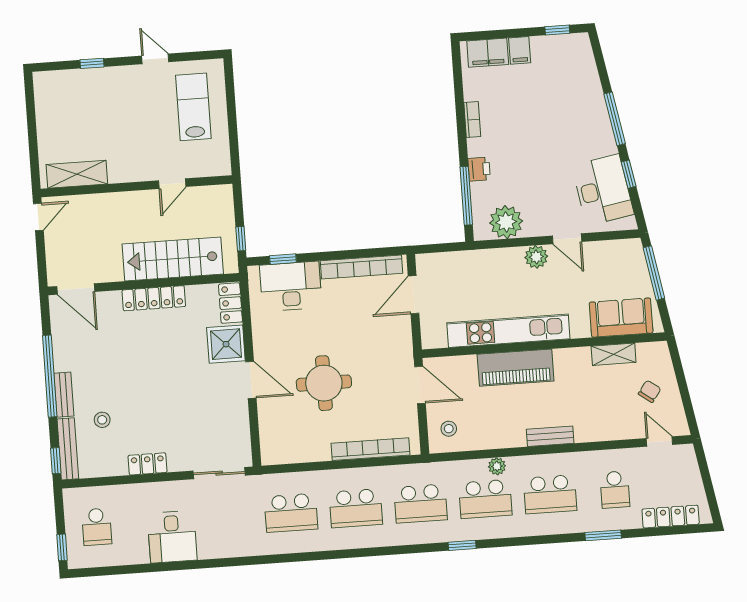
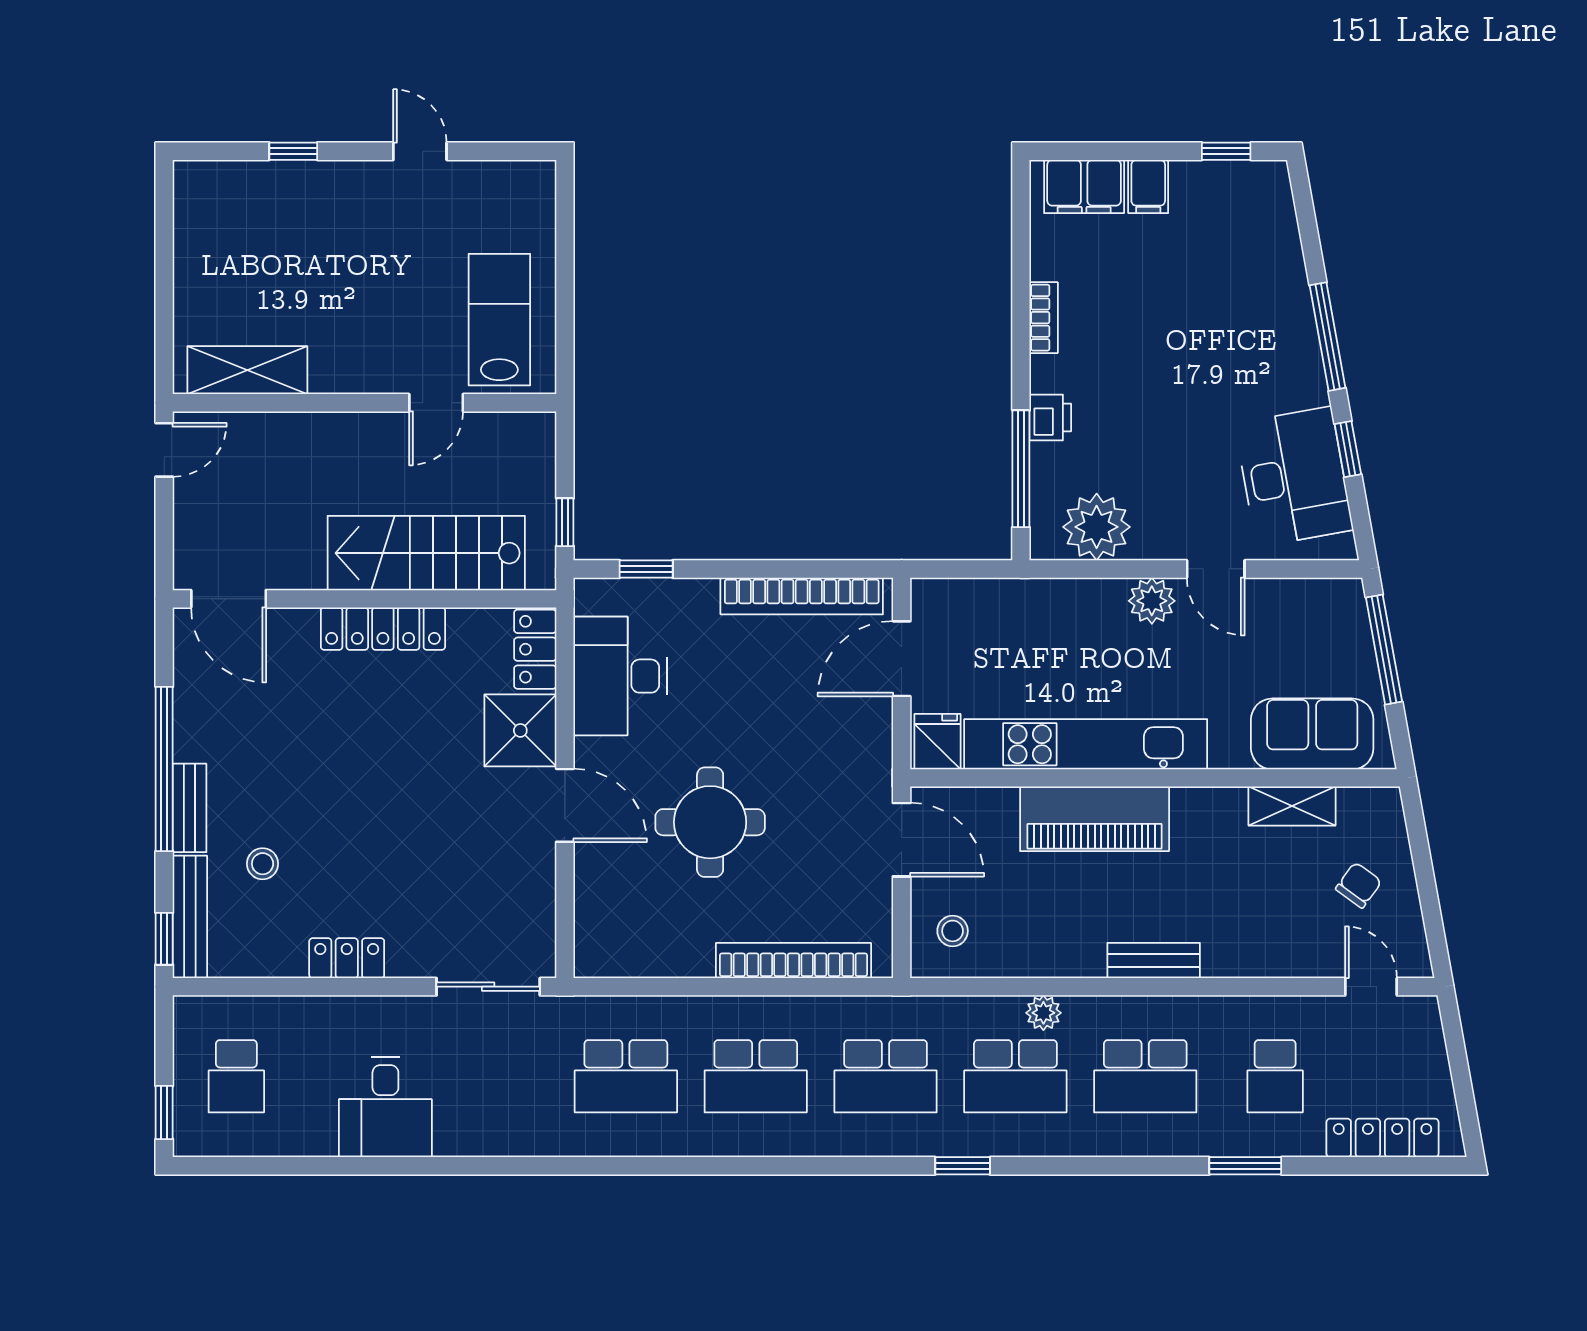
lab bench: (193, 107) -> (499, 320), moved
desk: (291, 286) -> (620, 676), moved, turned -90
fridge: (434, 335) -> (938, 742), added

